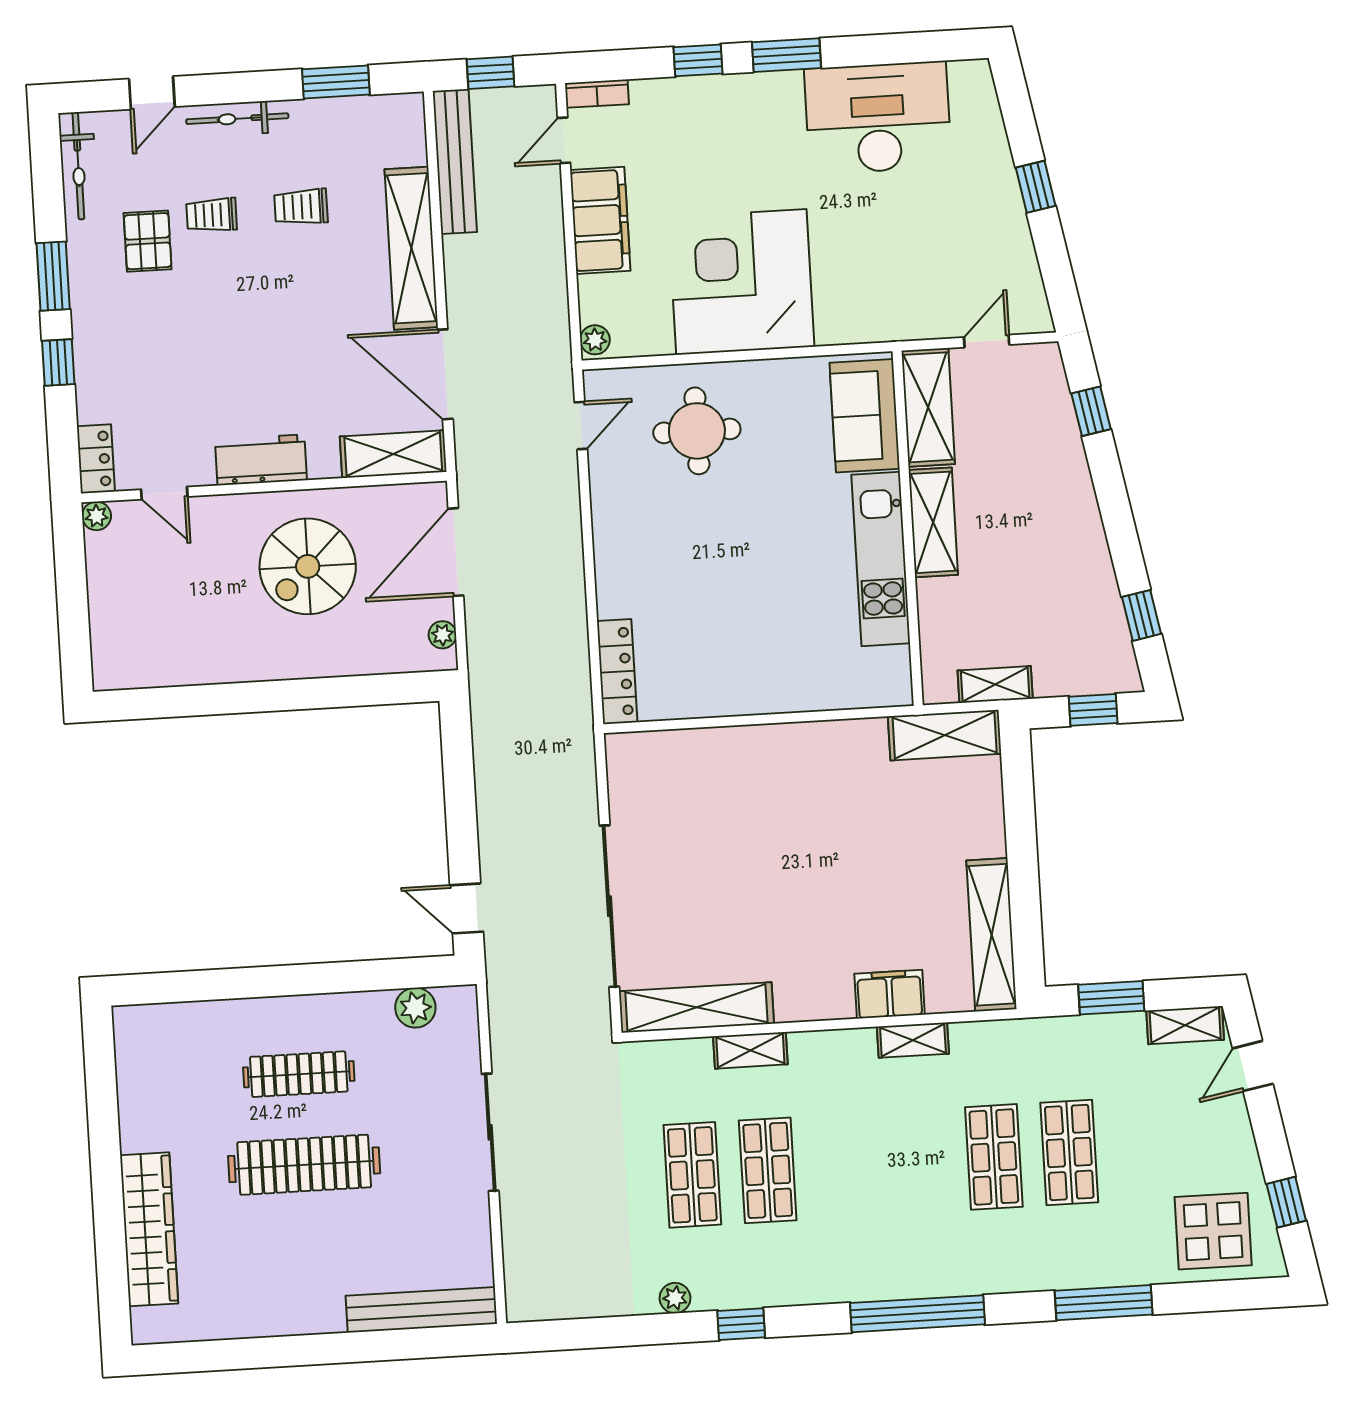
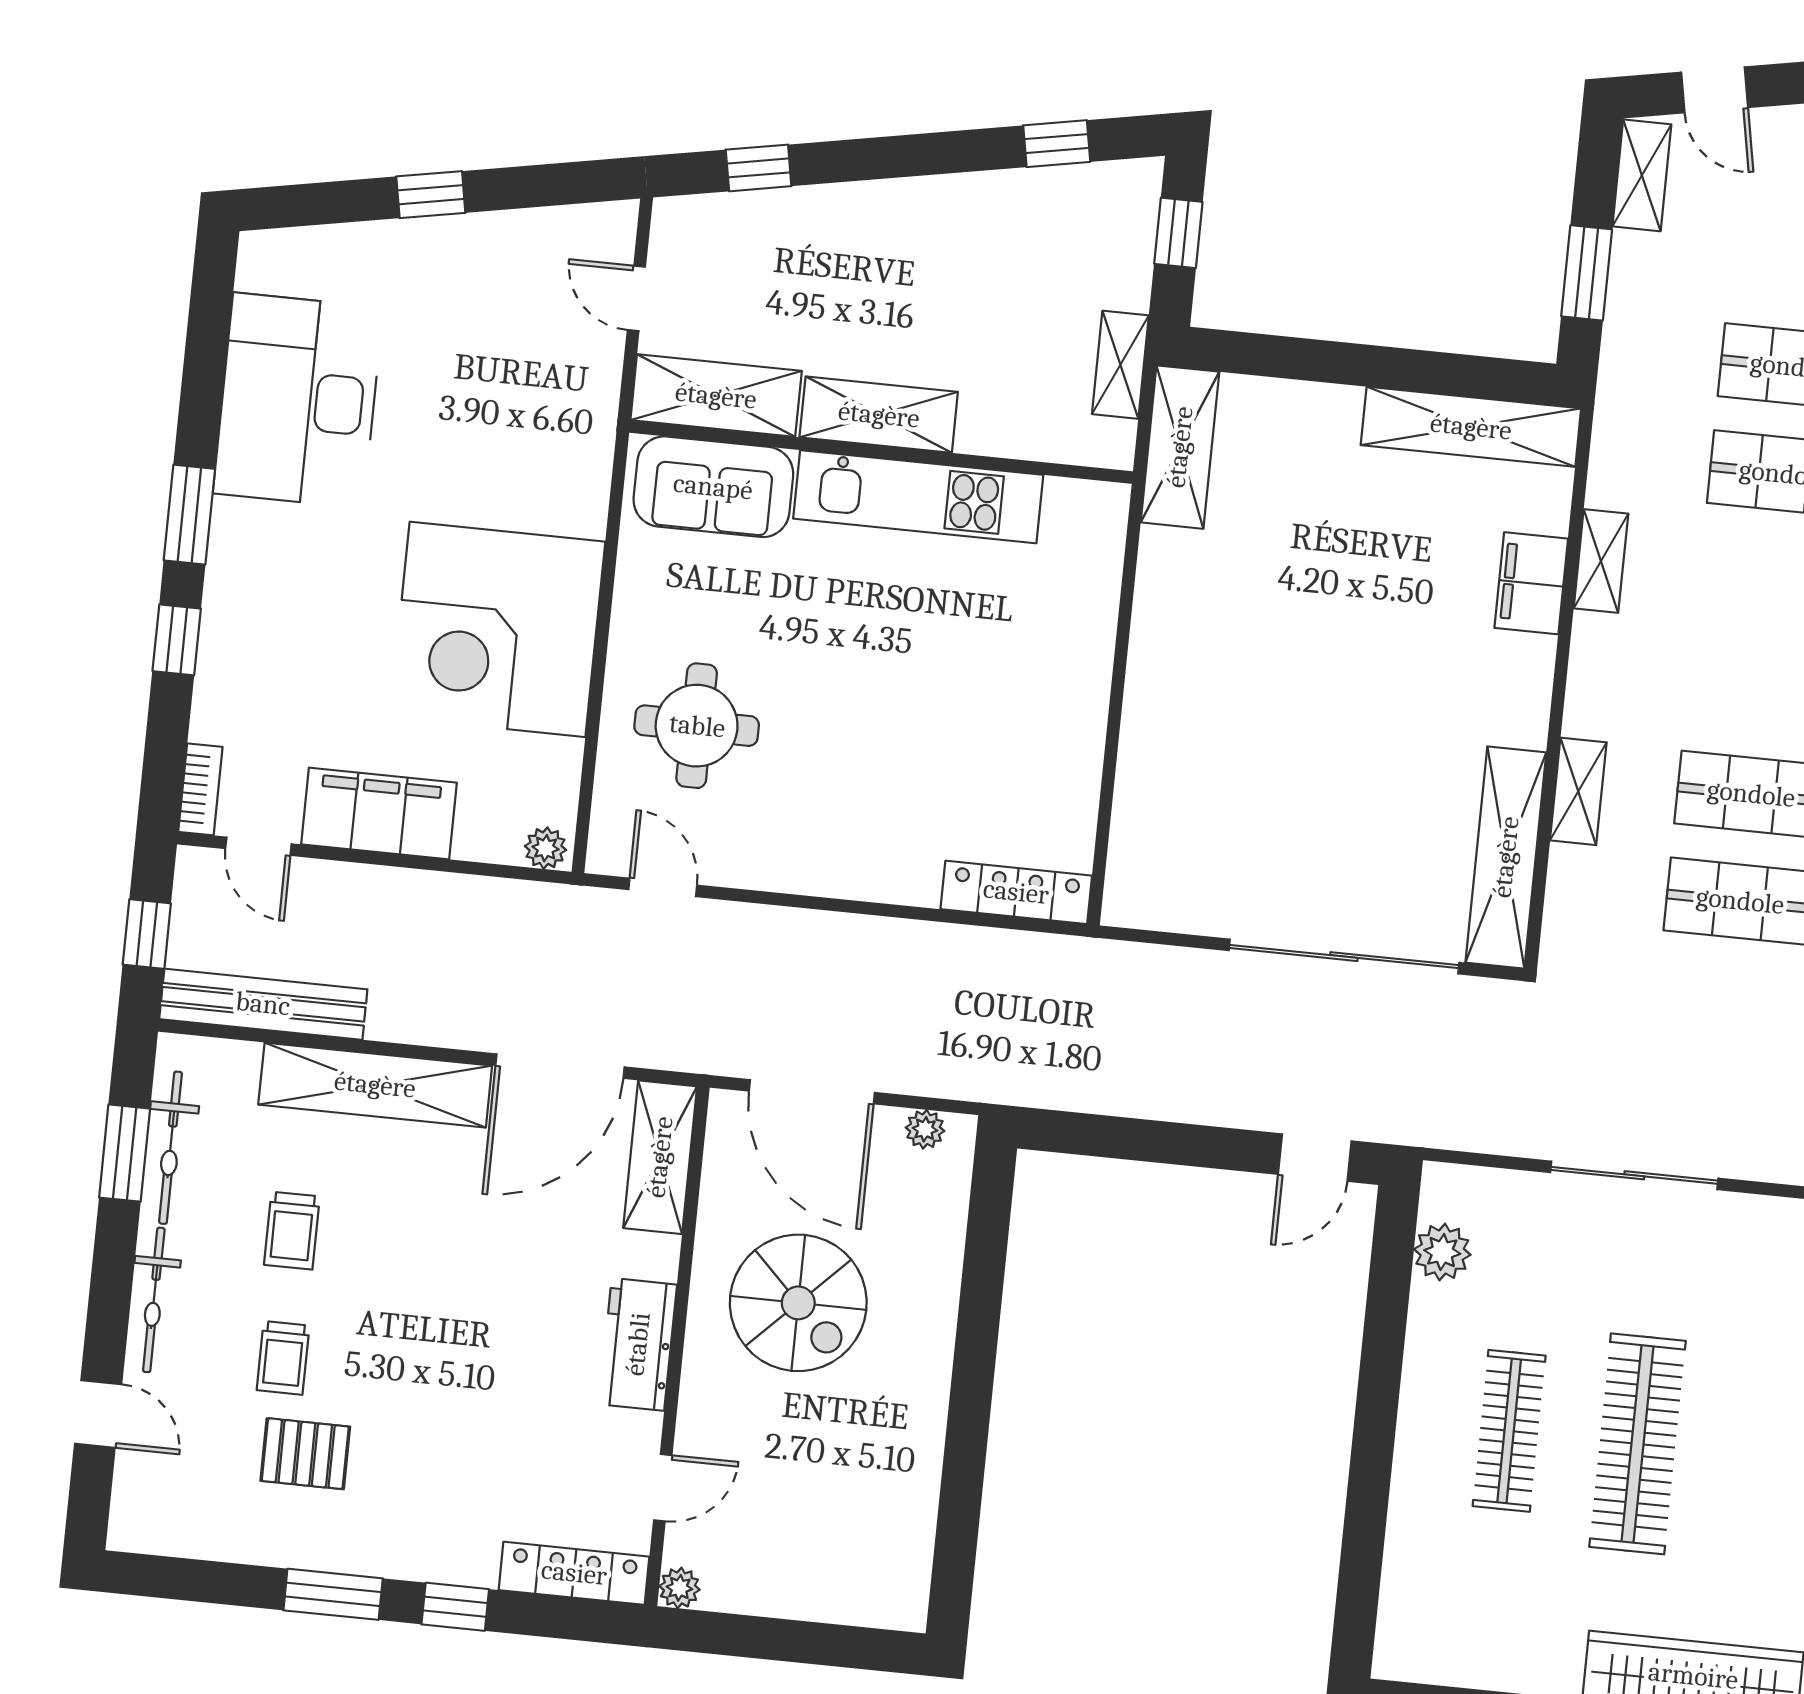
bicycle: (78, 166) -> (170, 1148), moved, turned 90
locker: (96, 459) -> (574, 1573), width x1.53

